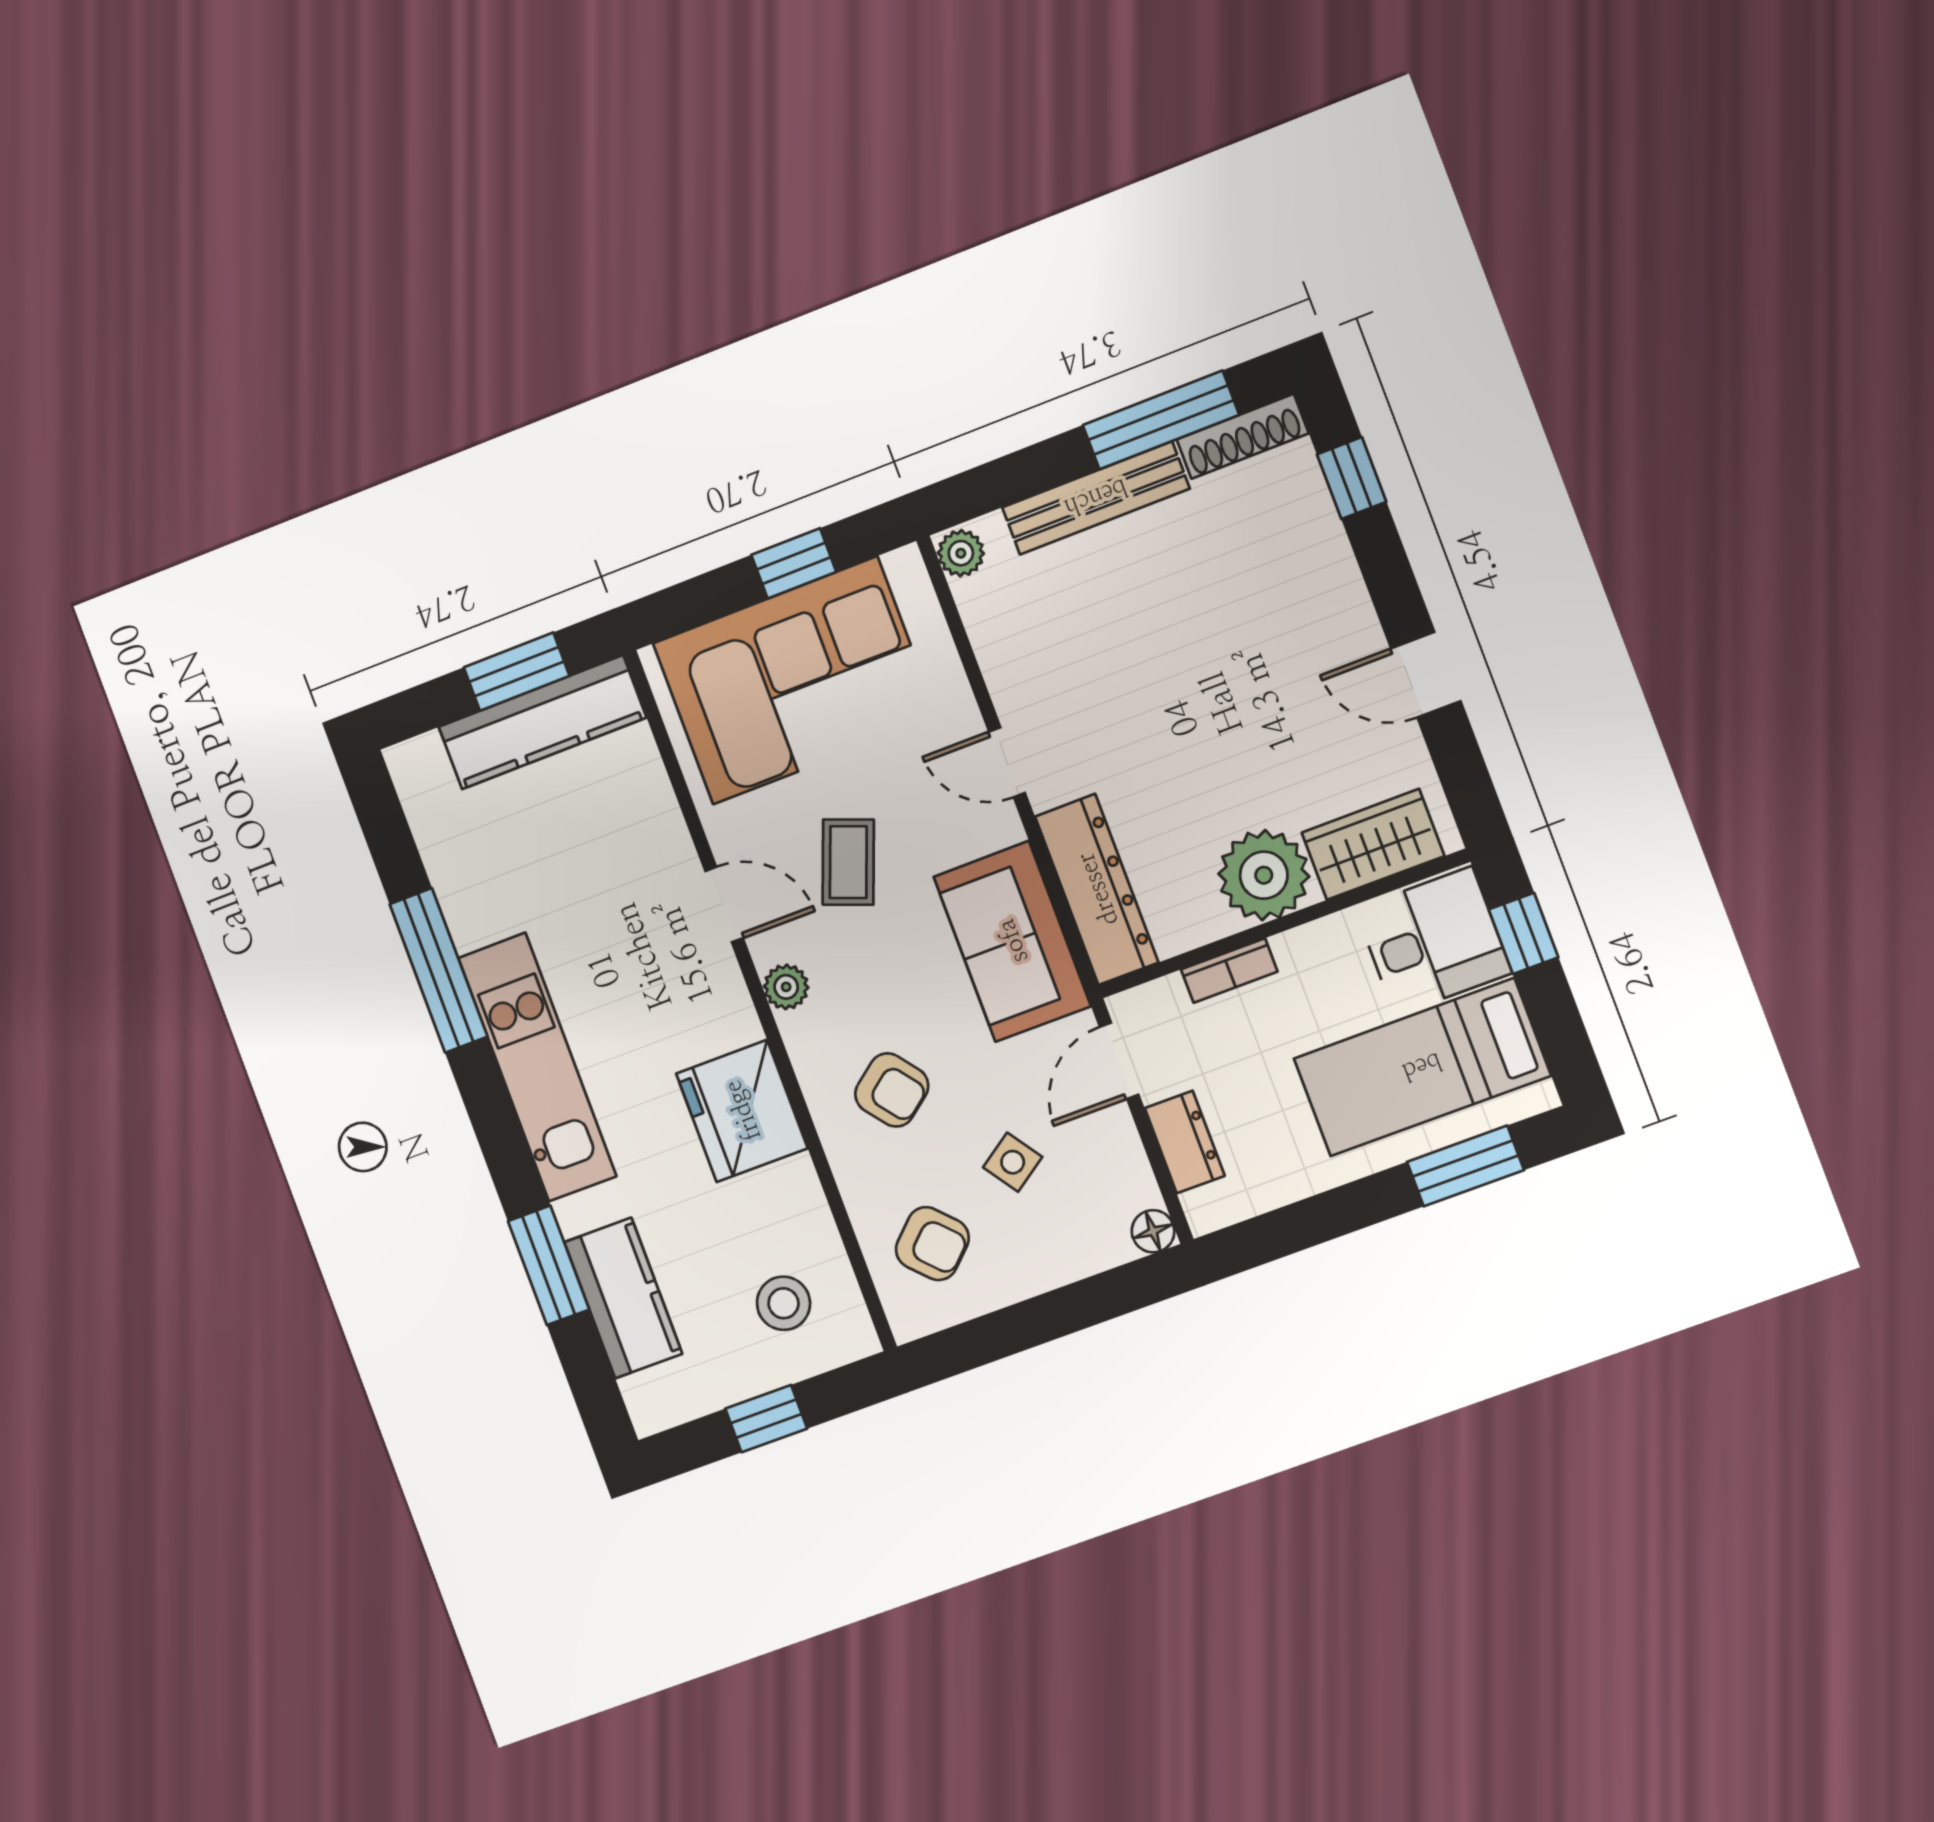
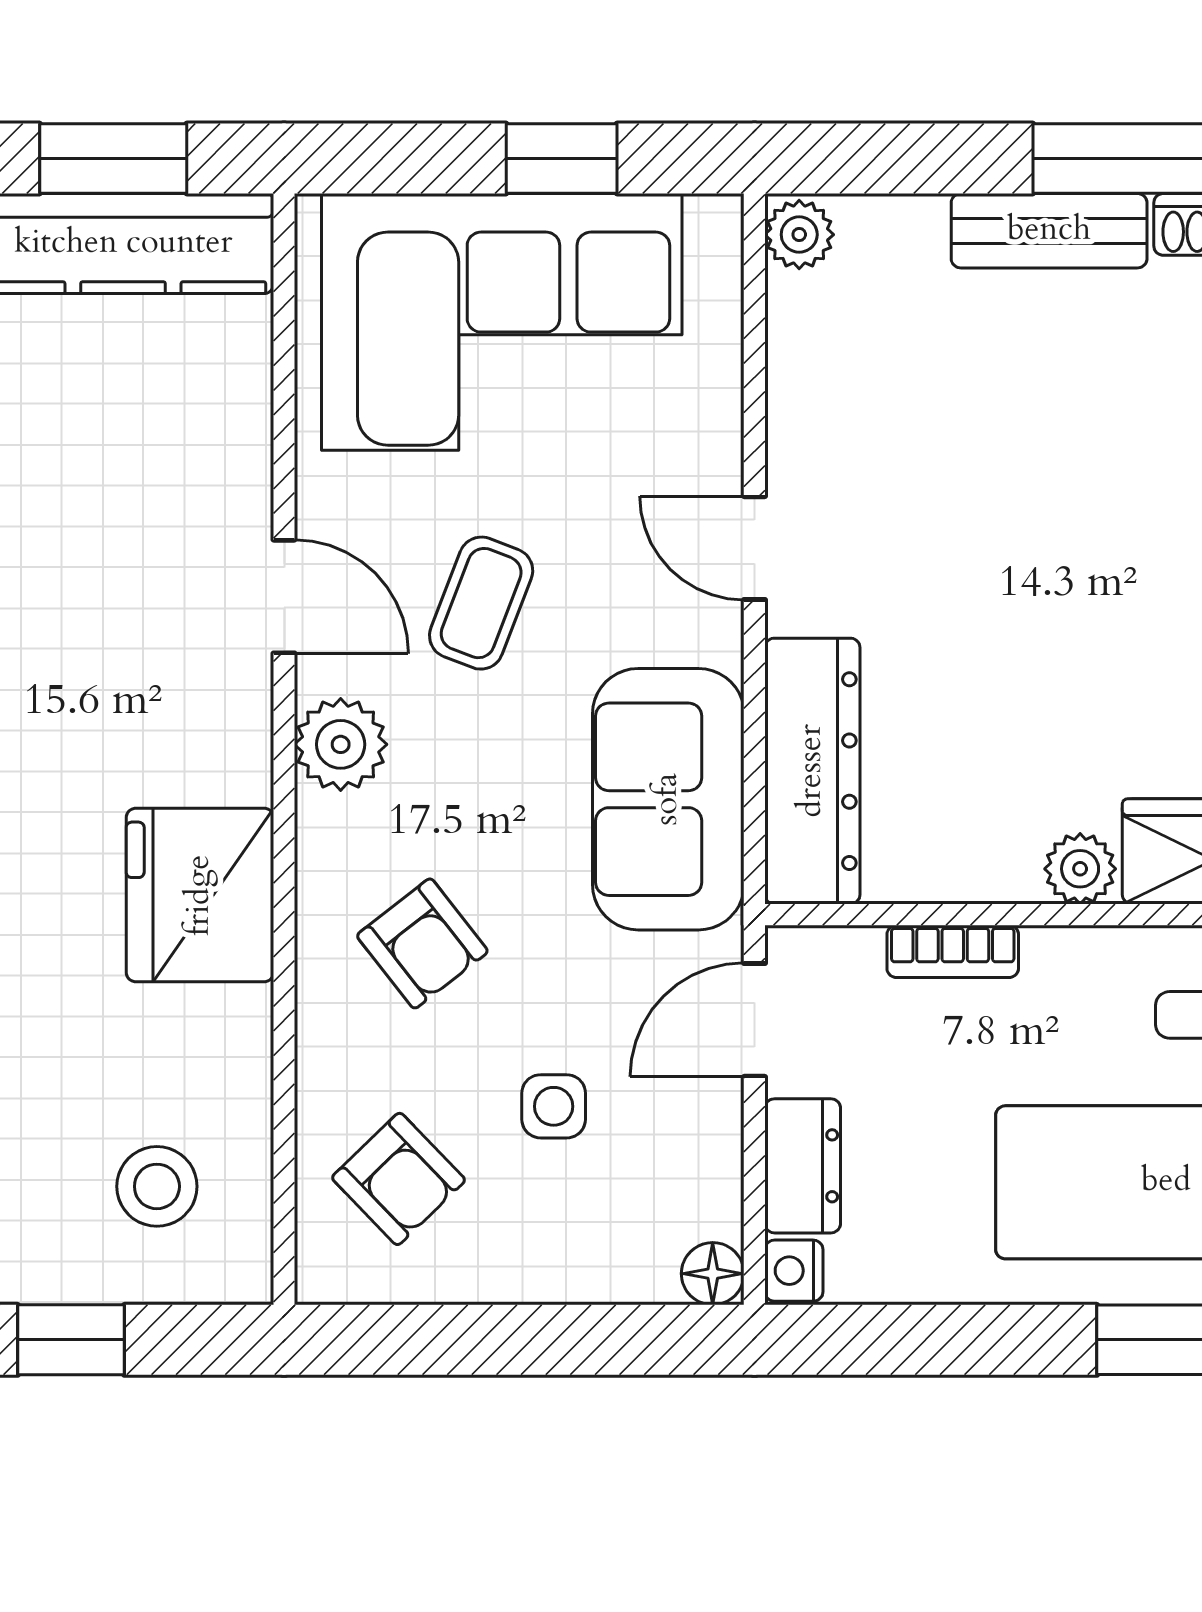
bench: (1096, 498) -> (1049, 231), width x0.73
plant: (1264, 875) -> (1080, 869), width x0.53, depth x0.53
plant: (786, 987) -> (341, 744), width x1.38, depth x1.38
side table: (1013, 1162) -> (554, 1106), turned 35
nightstand: (1204, 1211) -> (794, 1271), added

